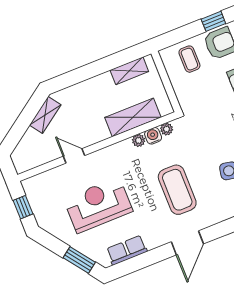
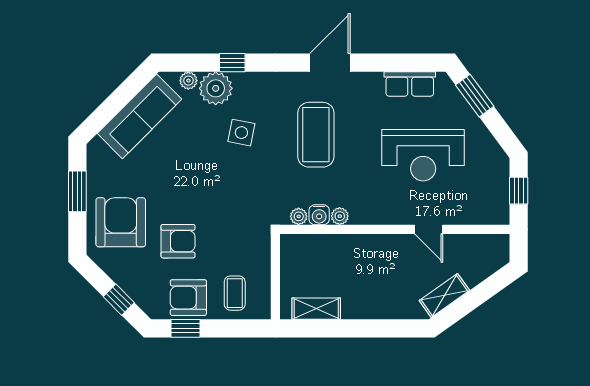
shelving: (133, 117) -> (335, 248), removed

